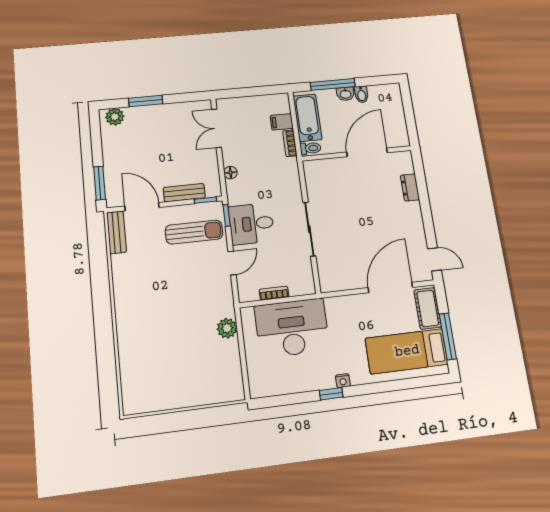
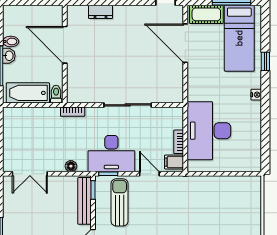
filing cabinet: (282, 122) -> (174, 162), moved, turned 90
bookcase: (290, 143) -> (73, 112), moved
bench: (184, 193) -> (85, 201), width x1.36
desk: (251, 224) -> (111, 154), width x1.37
plant: (227, 328) -> (203, 184), removed
window: (331, 394) -> (265, 61), moved

